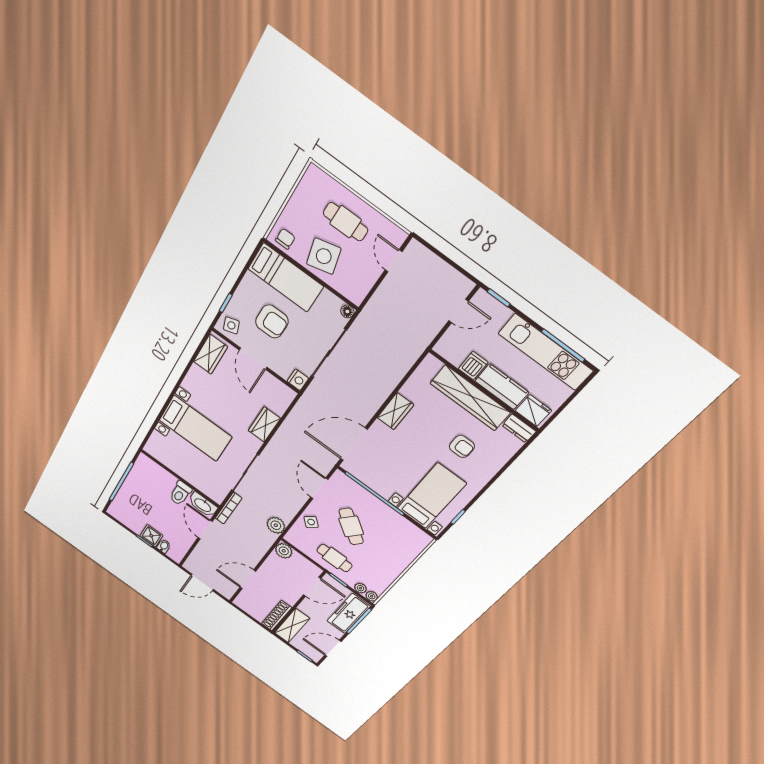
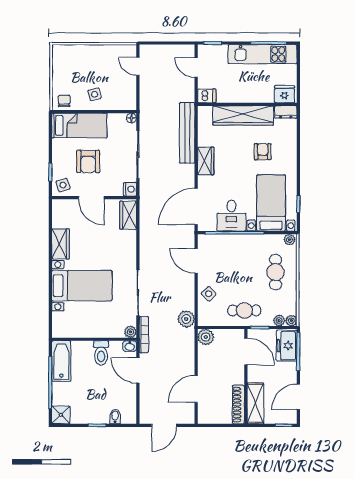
cafe table: (346, 222) -> (94, 64), removed
side table: (324, 256) -> (95, 94), width x0.54, depth x0.54
door: (458, 311) -> (196, 68), swing flipped
armchair: (272, 321) -> (88, 161), turned 90
wardrobe: (211, 354) -> (61, 244), moved
dishwasher: (473, 366) -> (207, 96), moved, turned 90
bench: (397, 370) -> (187, 133), added
kitchen counter: (502, 387) -> (255, 94), removed
wardrobe: (264, 425) -> (128, 215), moved
armchair: (462, 446) -> (263, 152), turned -90
bathtub: (141, 473) -> (61, 361), added
desk: (383, 478) -> (231, 216), added
plant: (218, 497) -> (130, 332), added
washbasin: (203, 505) -> (130, 346), width x0.52, depth x0.69
cafe table: (351, 526) -> (276, 272), moved, turned 52
shower: (151, 536) -> (61, 415), moved
plant: (423, 538) -> (290, 240), added
door: (312, 587) -> (246, 351), hinge flipped
freezer: (348, 614) -> (287, 346), width x0.71

